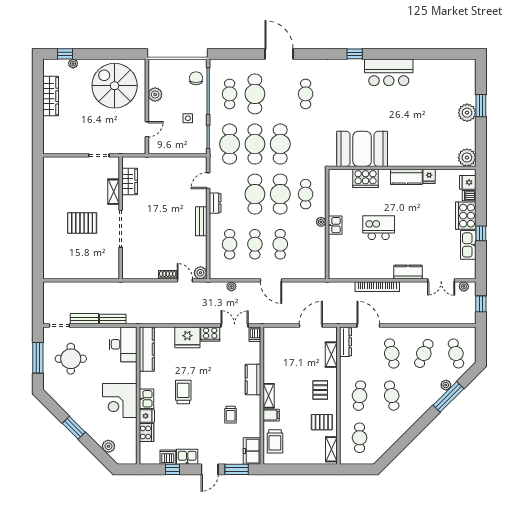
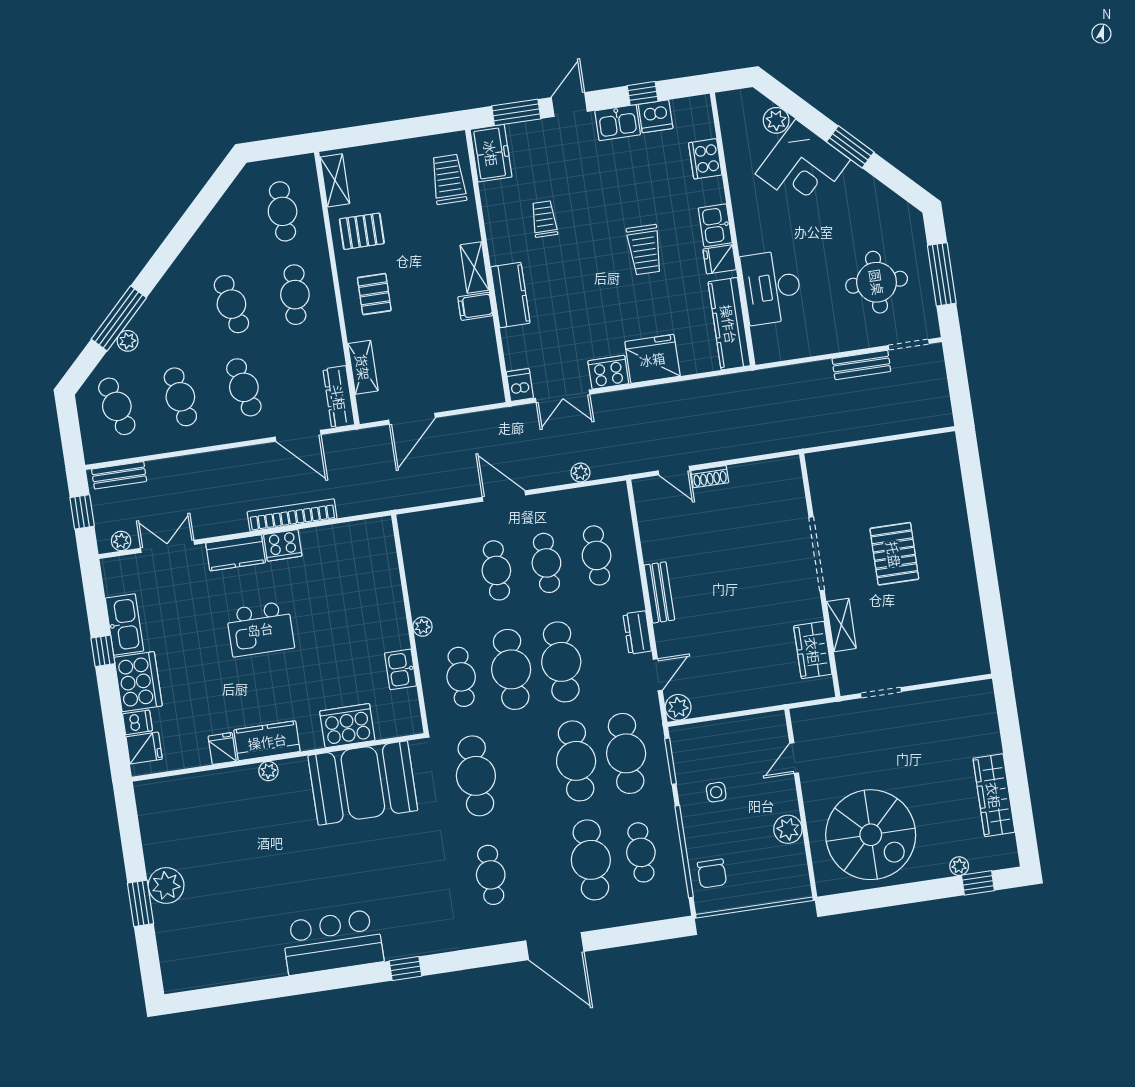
cafe table: (280, 144) -> (476, 776), moved
plant: (467, 158) -> (268, 771), moved, width x0.53, depth x0.53
pallet: (82, 223) -> (894, 554), turned 90
kitchen sink: (335, 225) -> (400, 669), moved
kitchen island: (379, 228) -> (260, 629), moved
cooker: (384, 272) -> (283, 545), added
plant: (200, 273) -> (678, 707), moved
bench: (113, 319) -> (119, 475), moved
desk: (123, 344) -> (772, 287), moved
cafe table: (424, 353) -> (180, 397), turned -33
corner desk: (120, 400) -> (803, 167), moved, turned 135
filing cabinet: (271, 415) -> (475, 306), moved
fridge: (147, 416) -> (720, 259), moved

